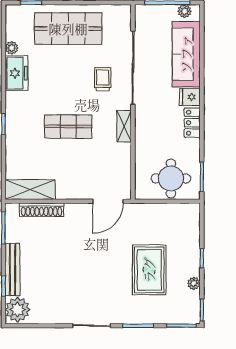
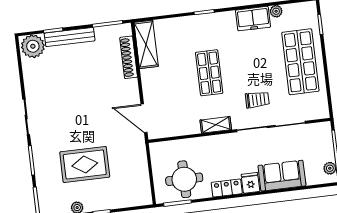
sofa: (186, 54) -> (282, 176), width x0.73
round table: (171, 178) -> (184, 179), moved

